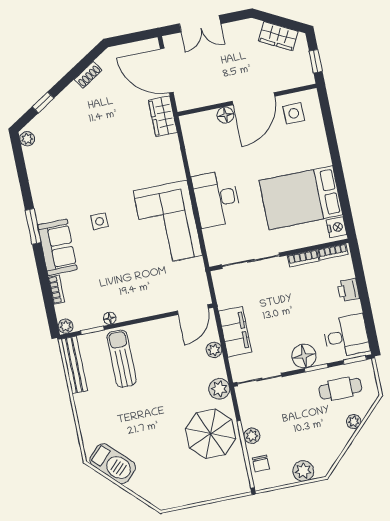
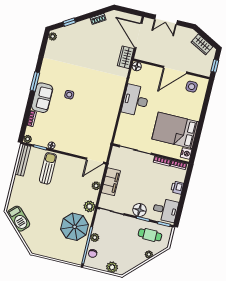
floor lamp: (225, 115) -> (137, 66), moved
desk: (217, 199) -> (136, 100), moved
corner sofa: (168, 223) -> (103, 112), removed

